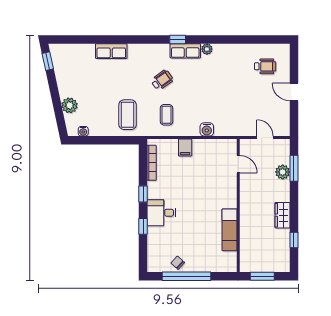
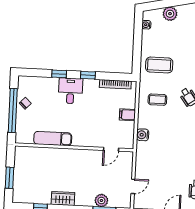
door: (238, 164) -> (111, 149), moved
wall: (238, 205) -> (74, 147), moved
exam couch: (229, 230) -> (53, 139), moved

